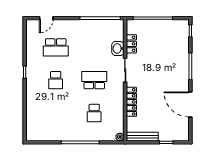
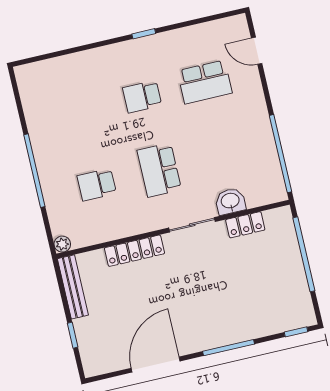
school desk: (56, 47) -> (205, 82), turned -90
school desk: (94, 80) -> (159, 170), turned 180

